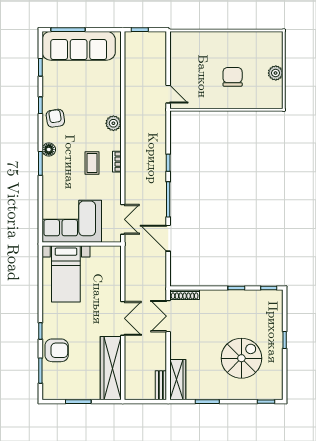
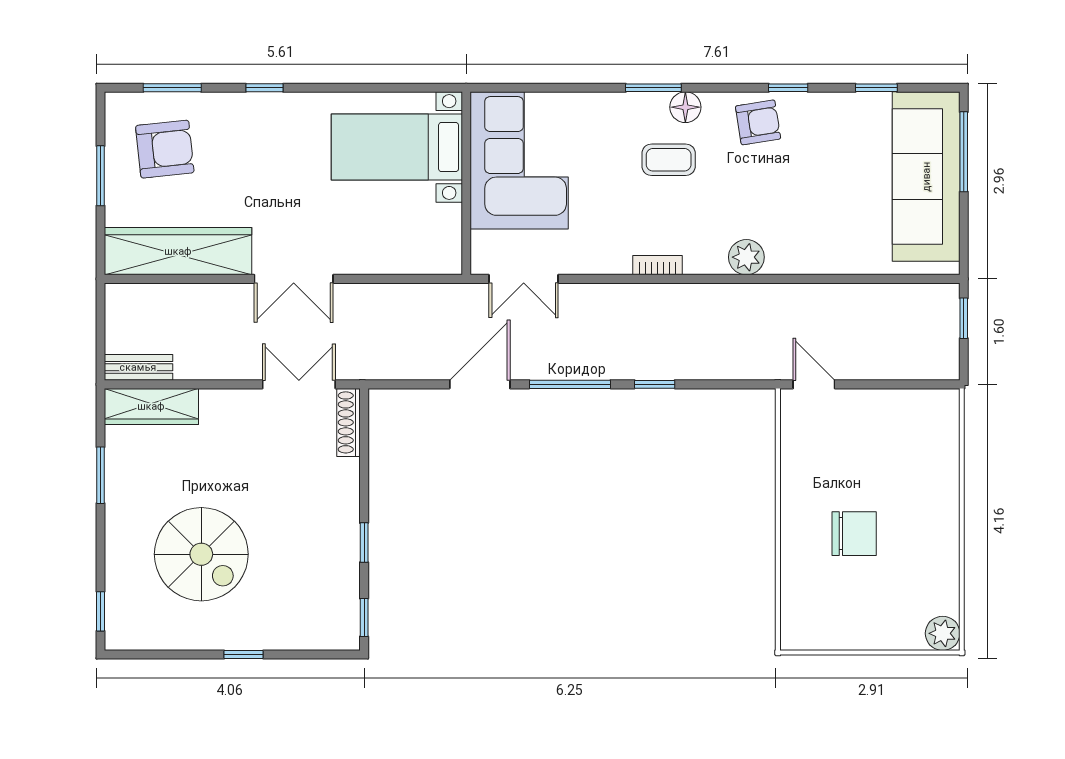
plant: (276, 73) -> (943, 633), moved
door: (168, 94) -> (814, 384), swing flipped
coffee table: (92, 163) -> (669, 160), moved
armchair: (57, 350) -> (165, 149), moved, turned -96

